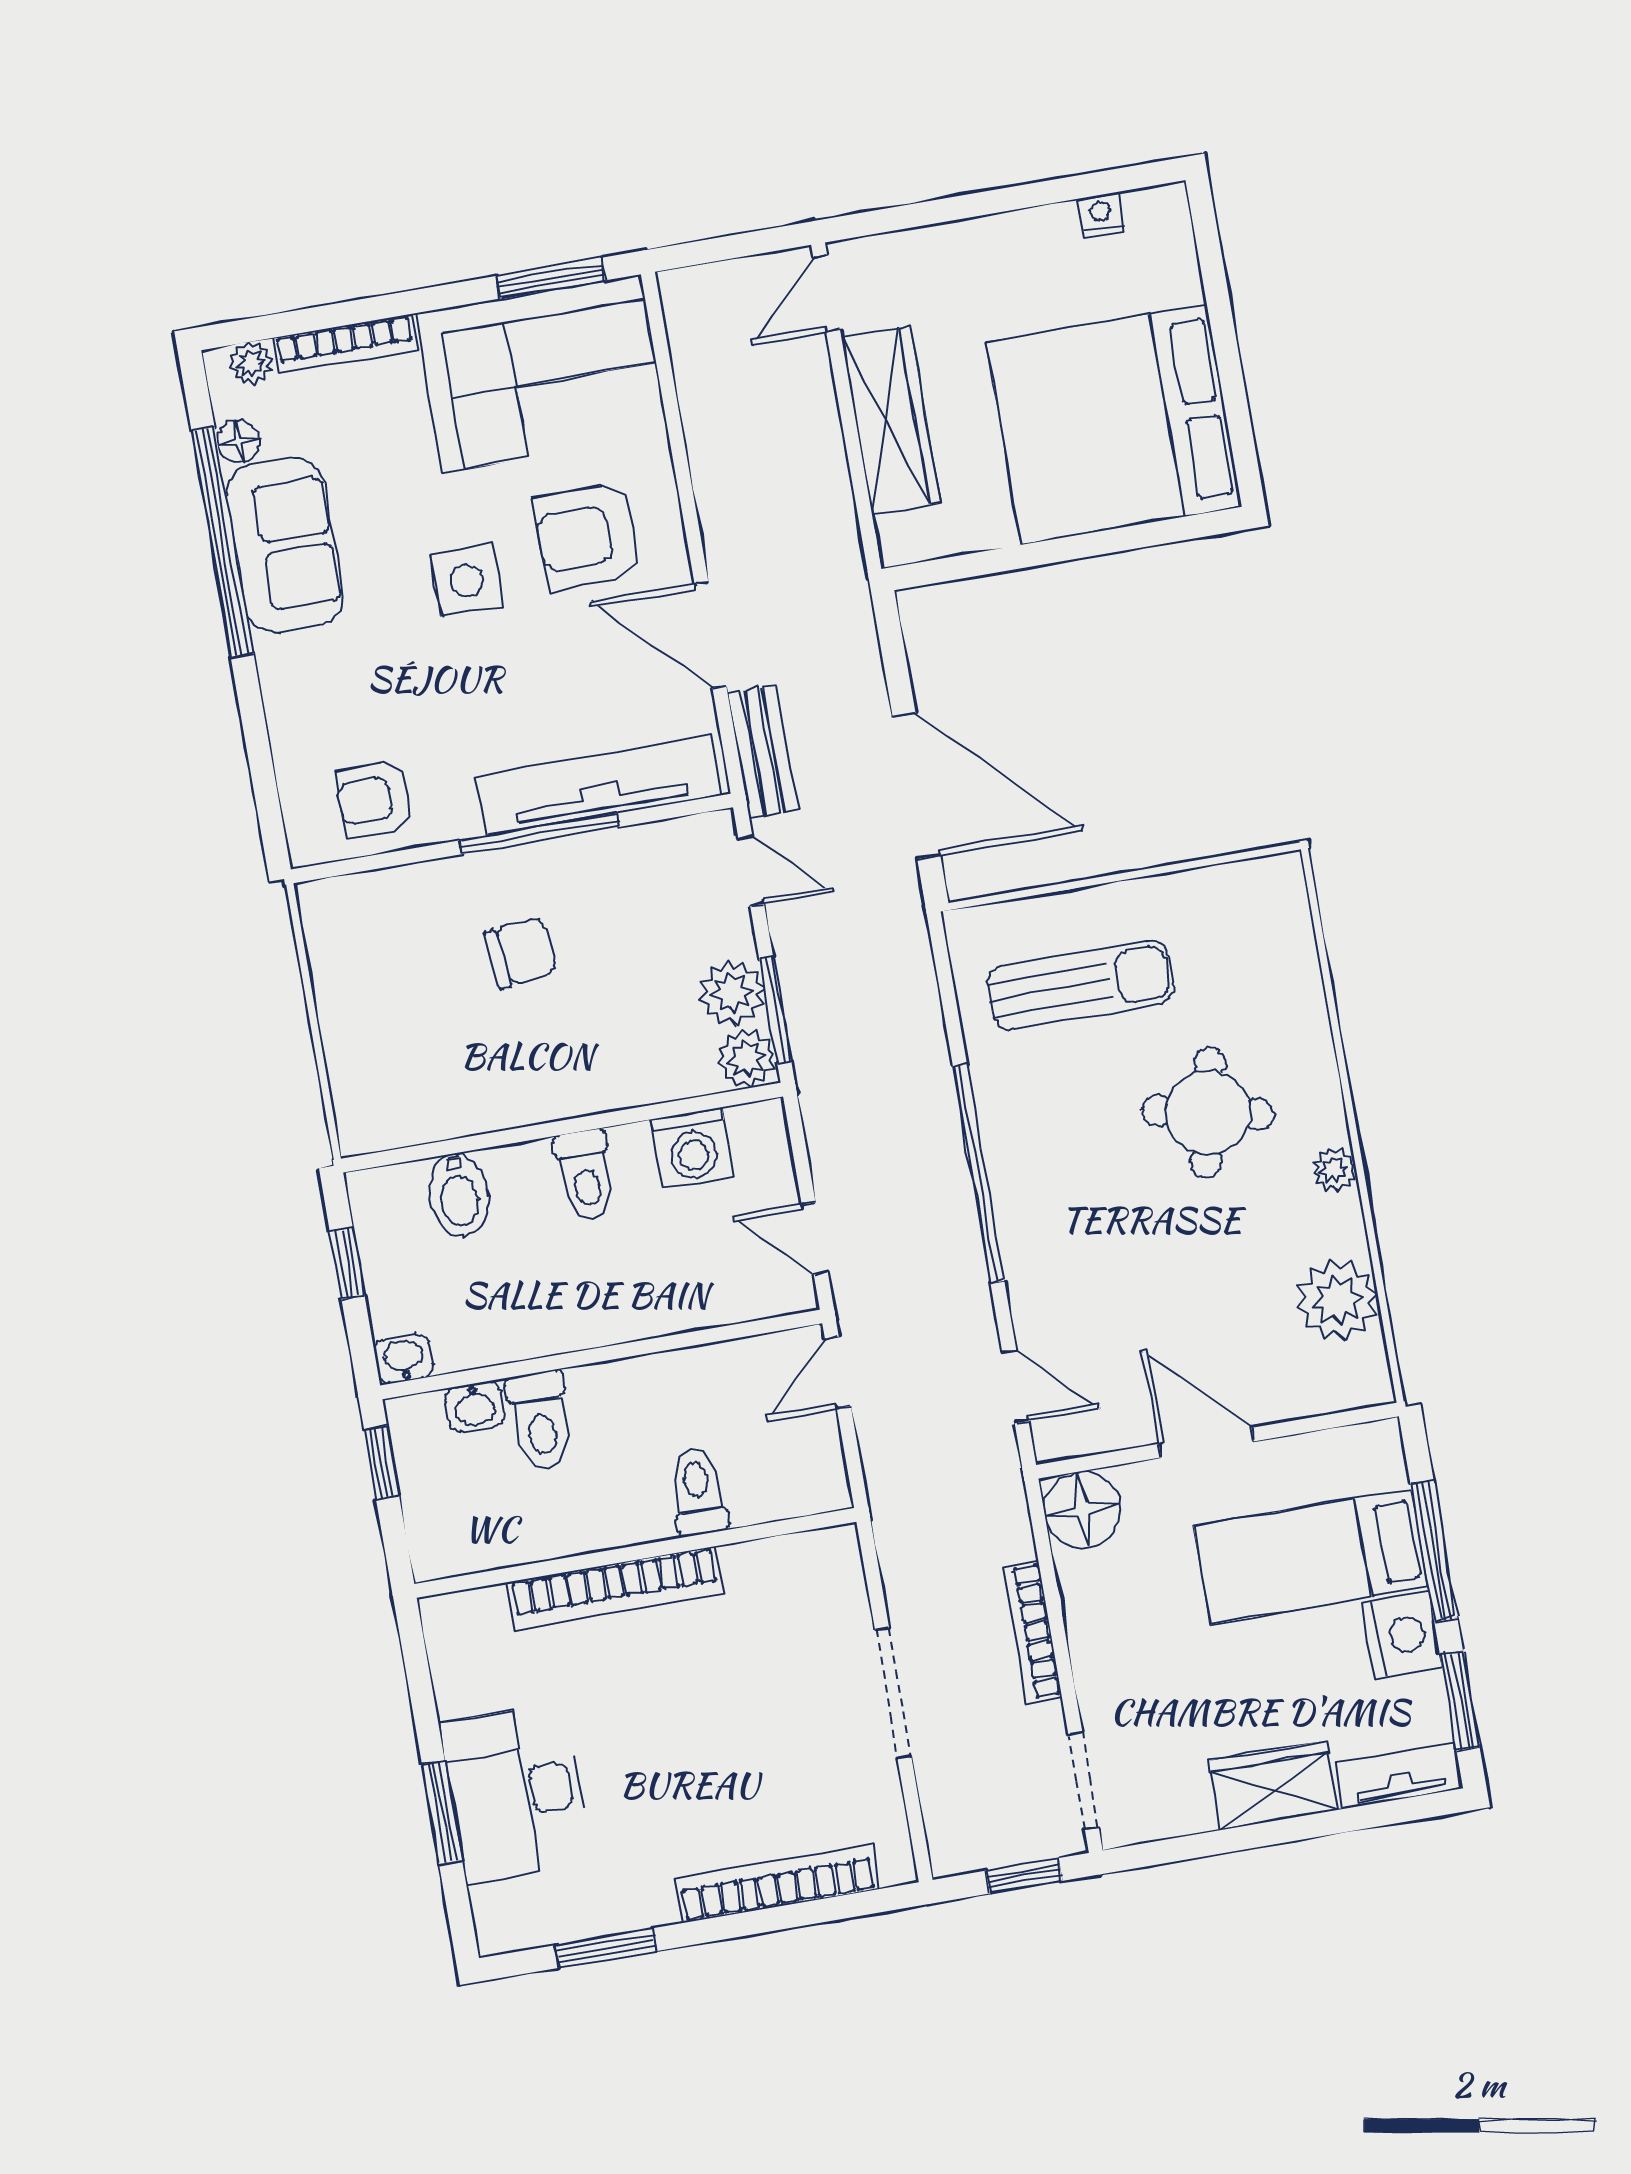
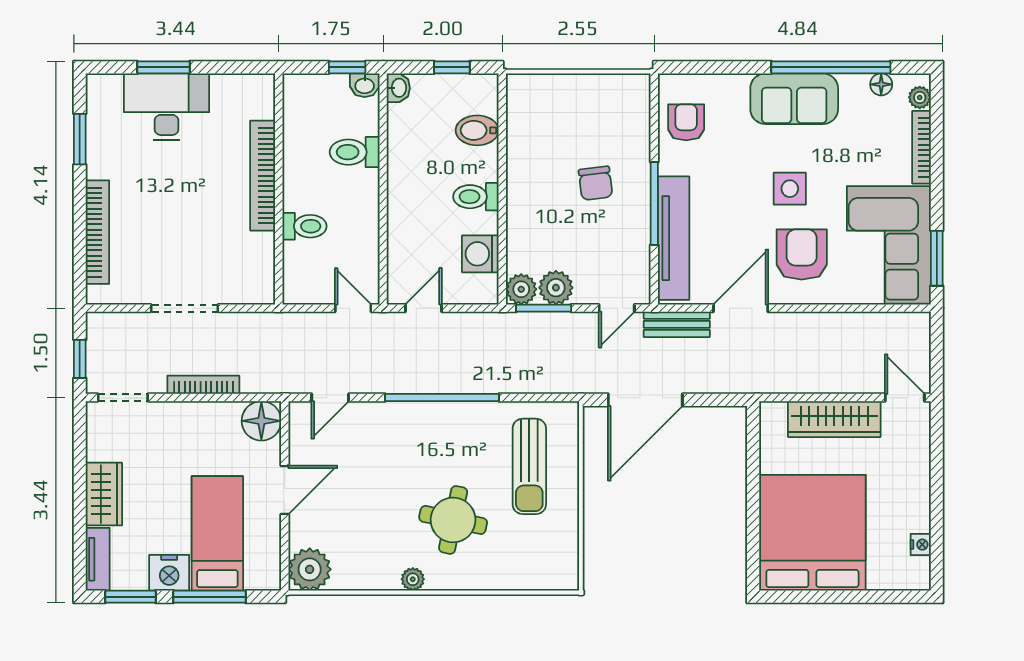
sofa: (285, 545) -> (794, 99), moved
plant: (1337, 1301) -> (310, 569), moved
washbasin: (475, 1407) -> (365, 85), moved, turned -90

